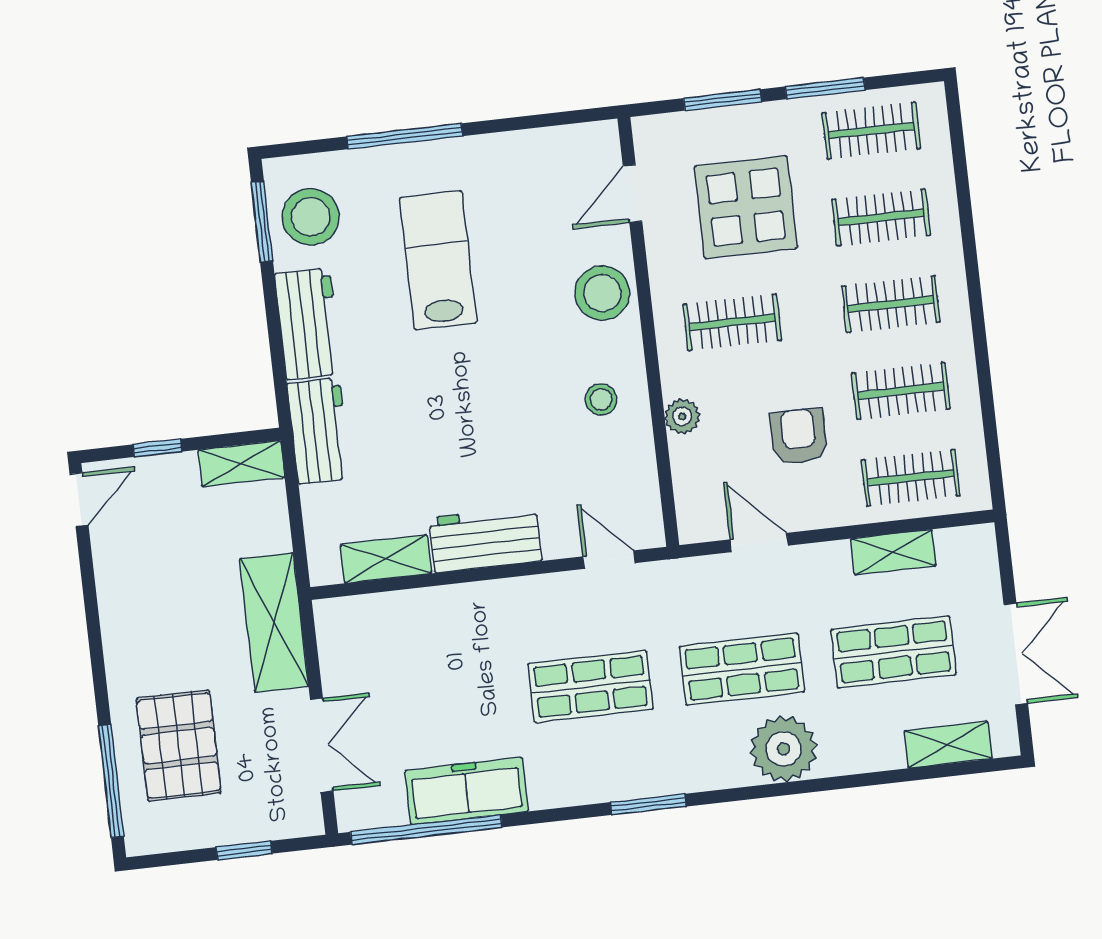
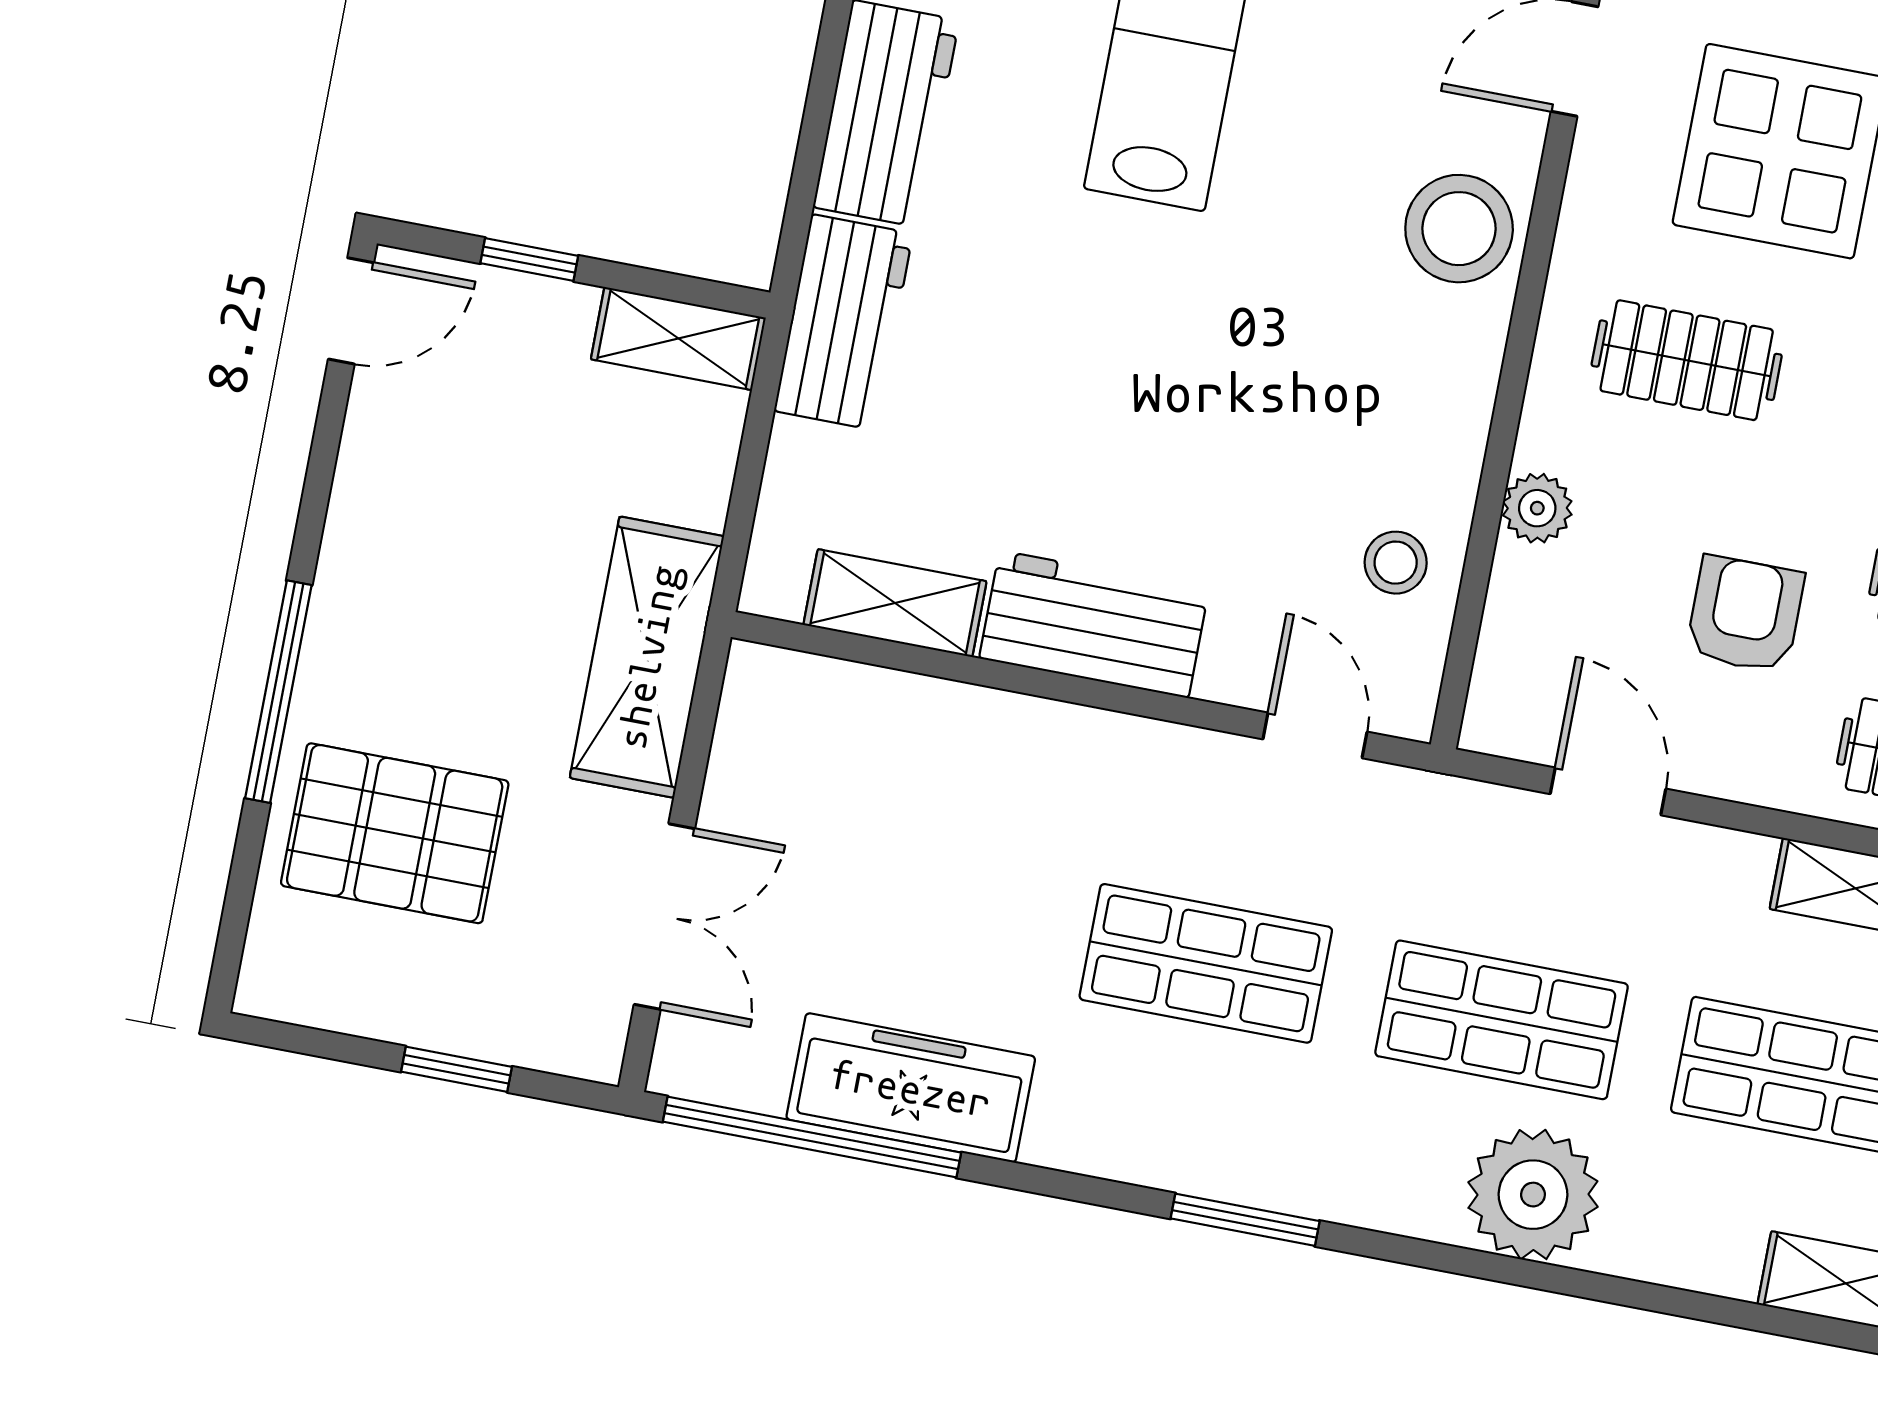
stool: (601, 399) -> (1396, 563), moved
pallet: (179, 746) -> (395, 833), turned 90
window: (111, 781) -> (278, 692), moved

